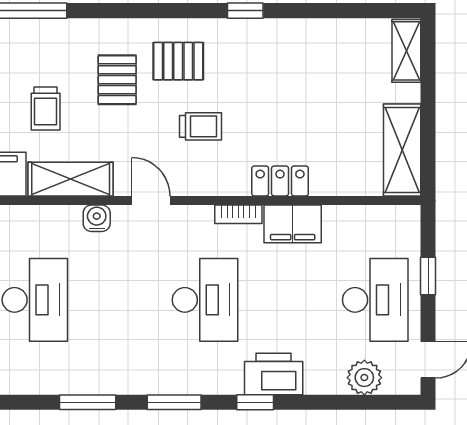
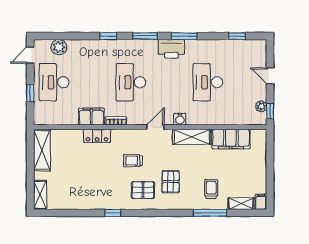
trolley: (46, 109) -> (211, 189), moved
door: (151, 200) -> (155, 127), swing flipped
printer: (274, 374) -> (171, 49), moved

